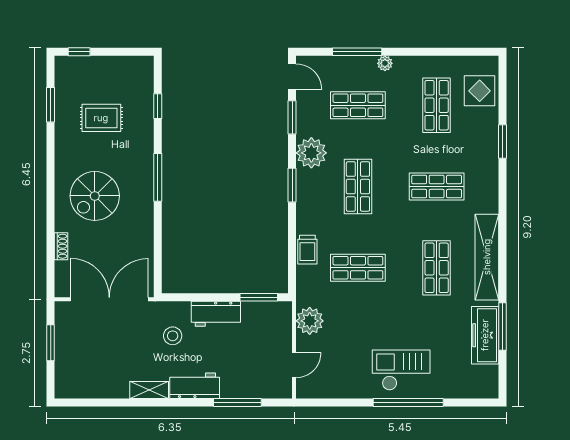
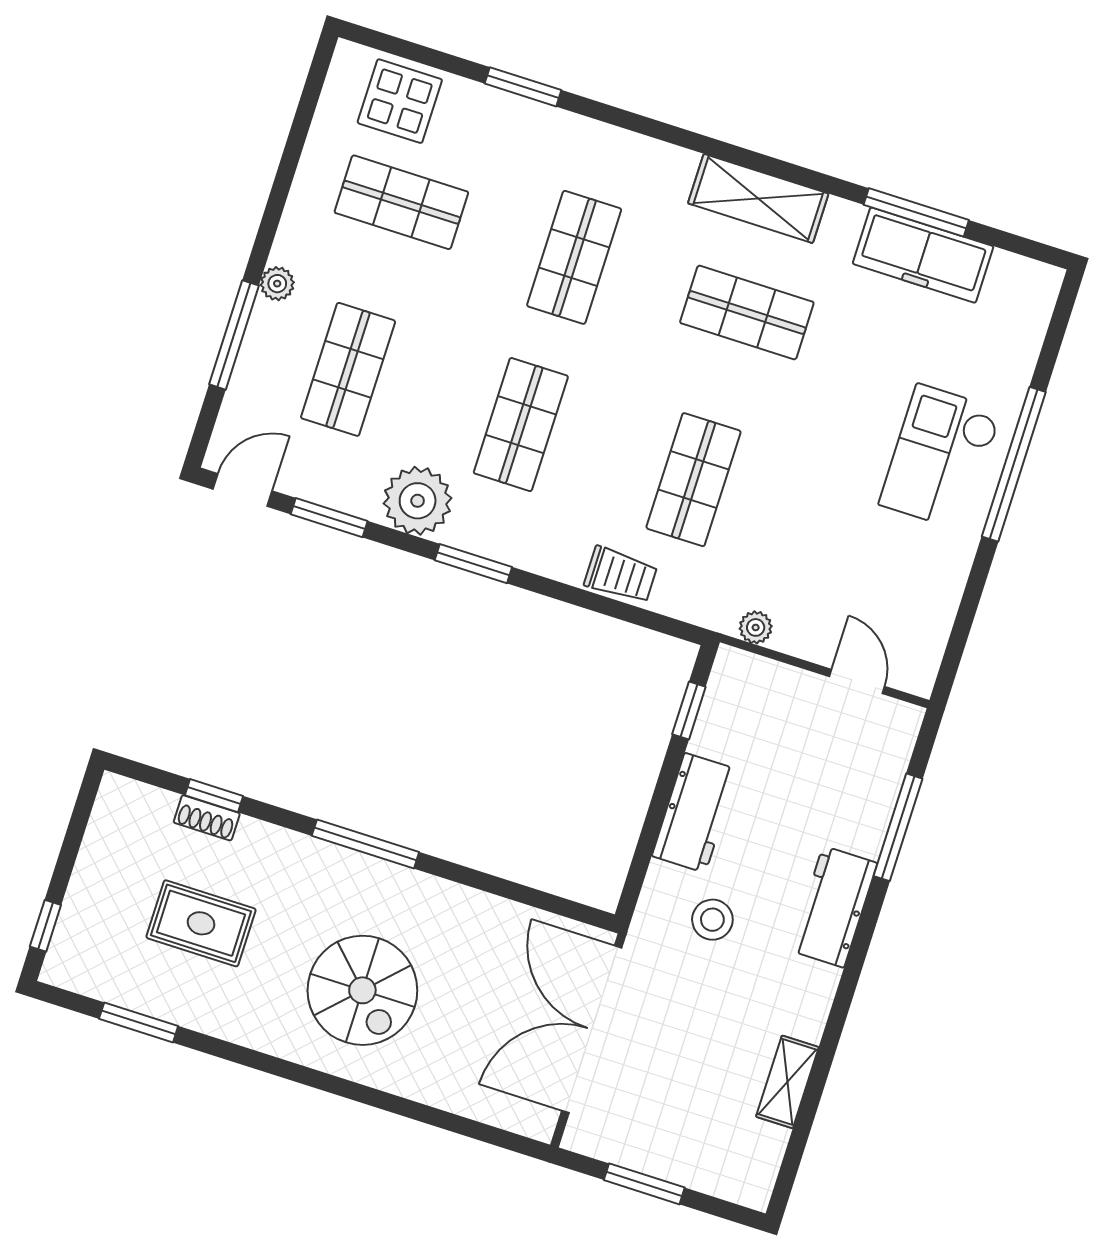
rug: (101, 118) -> (201, 923), turned 90
shop shelf: (358, 187) -> (521, 425), turned 90
shoe rack: (61, 246) -> (207, 818), moved, turned 180
shelving: (487, 257) -> (758, 198), width x0.68
window: (259, 297) -> (689, 710), width x0.67
plant: (310, 321) -> (756, 627), width x0.53, depth x0.53
shelving: (149, 390) -> (787, 1082), moved

